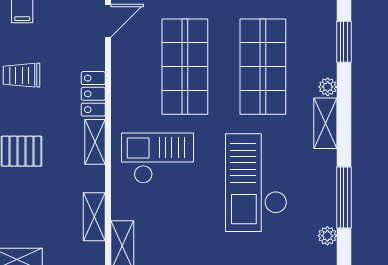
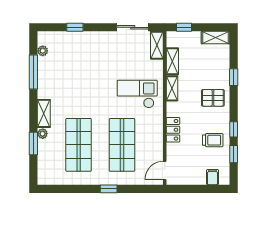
window: (344, 42) -> (33, 143), moved
shelving: (95, 142) -> (172, 88), moved
checkout: (158, 158) -> (137, 94), turned 180
checkout: (256, 183) -> (82, 80), removed

